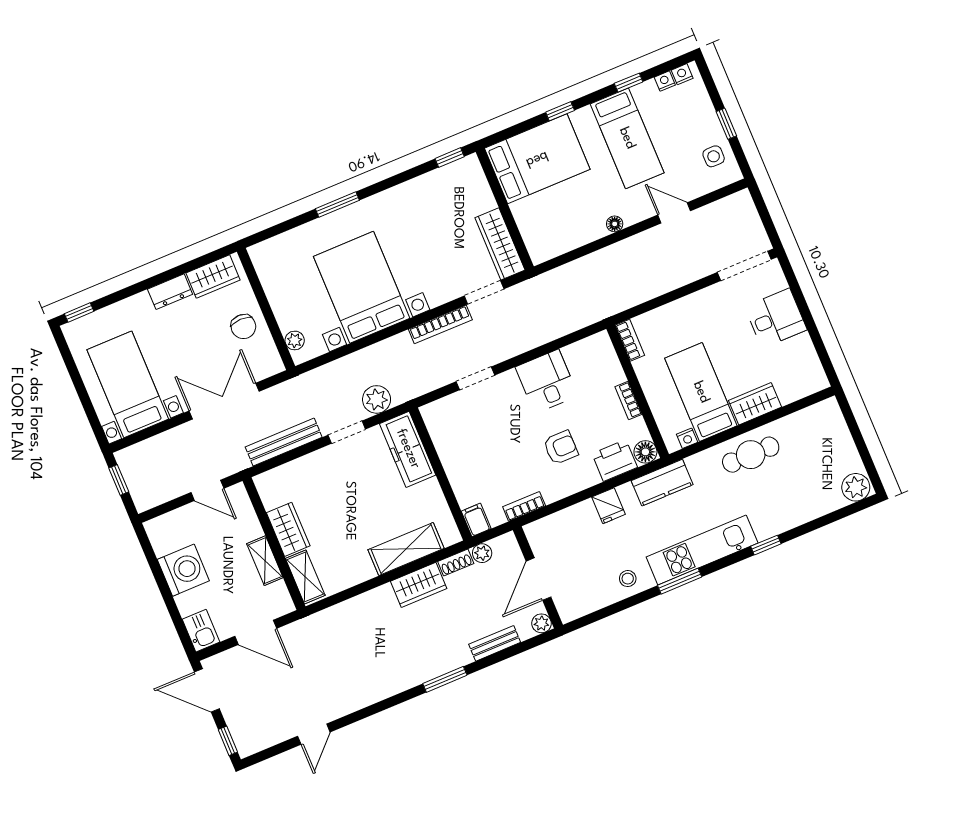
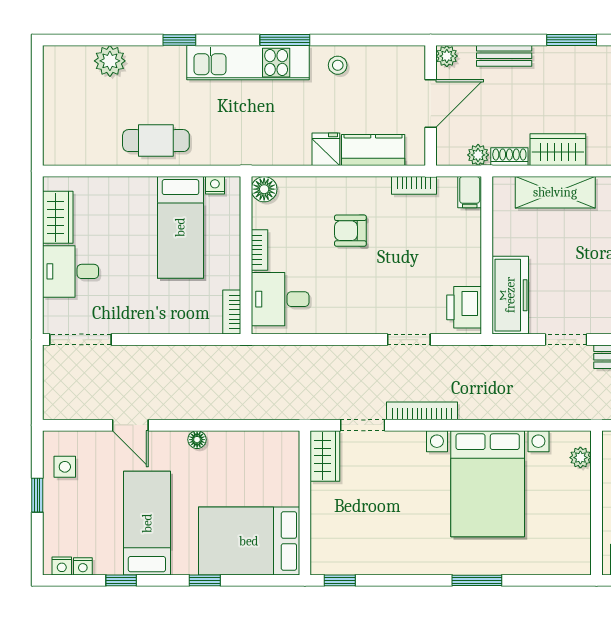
wardrobe: (500, 244) -> (325, 456), width x0.67
desk: (547, 381) -> (280, 299), moved, turned 90
plant: (377, 399) -> (521, 361), removed
wardrobe: (755, 404) -> (58, 217), moved, turned -90
printer: (615, 460) -> (464, 307), moved, turned 90
kitchen counter: (662, 483) -> (373, 150), moved
plant: (856, 487) -> (110, 61), moved

